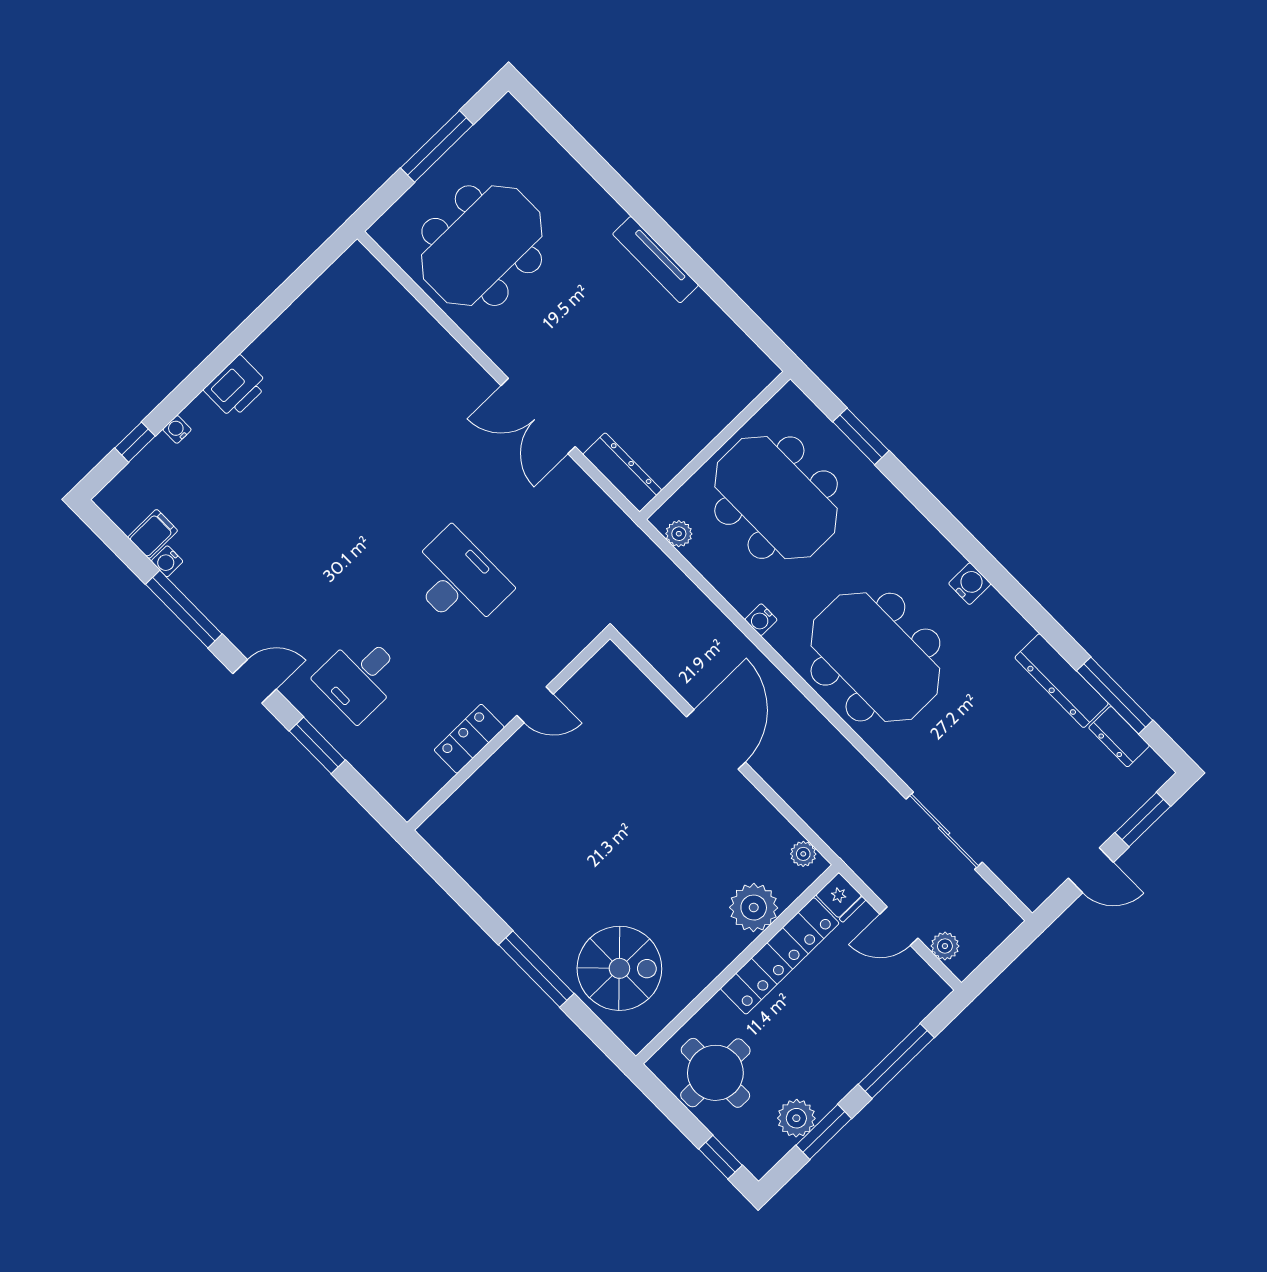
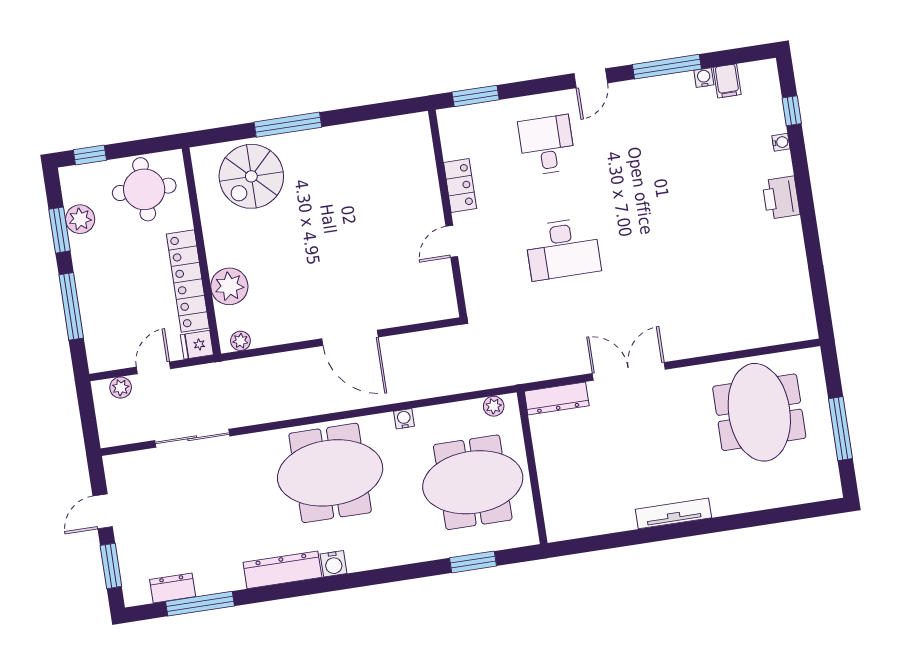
dresser: (1062, 681) -> (282, 570), moved
window: (317, 745) -> (476, 96), moved

